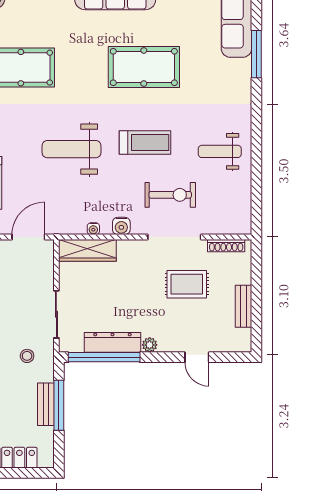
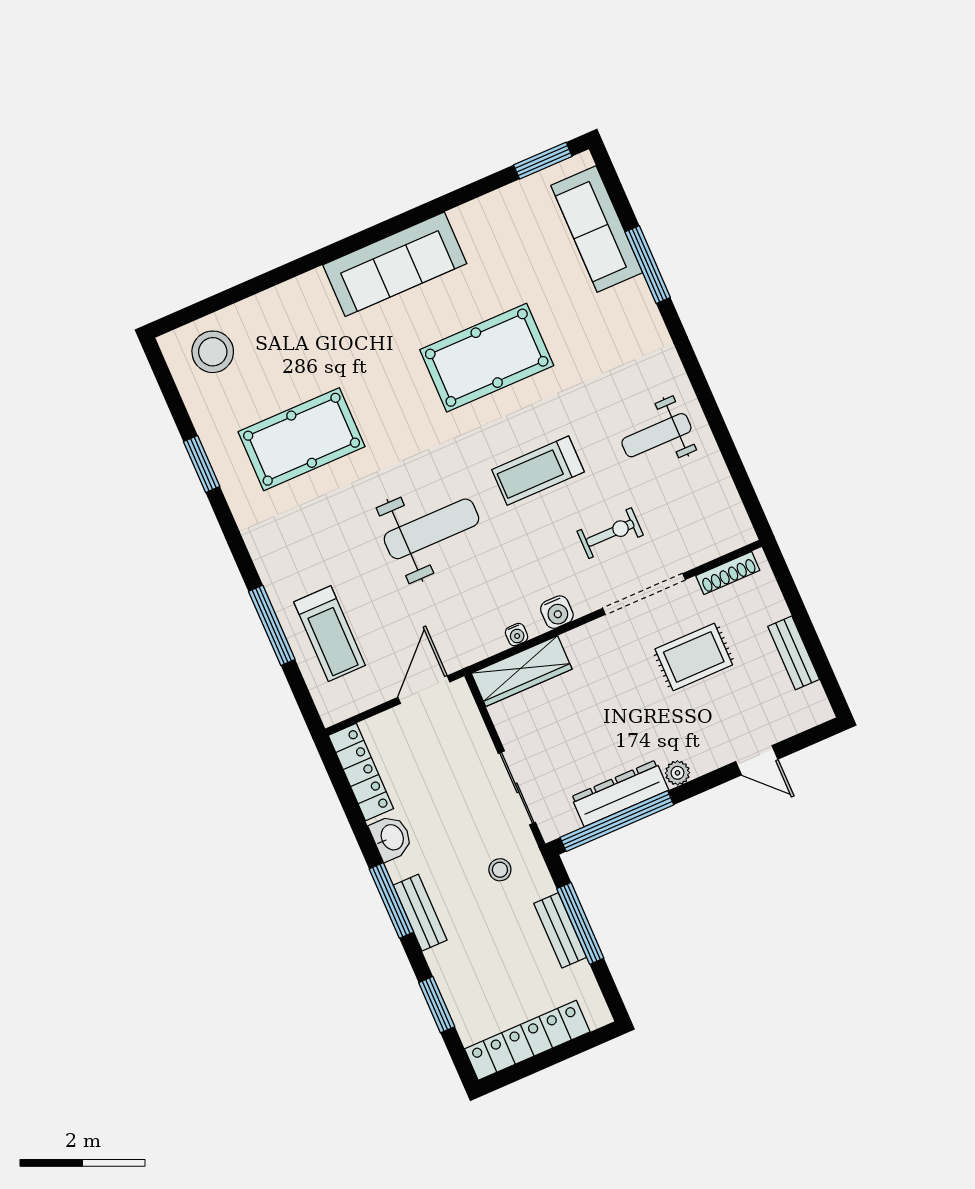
treadmill: (145, 143) -> (538, 471), turned 180
weight bench: (72, 149) -> (431, 529), turned 180
exercise bike: (170, 195) -> (610, 533), width x0.73, depth x0.72

